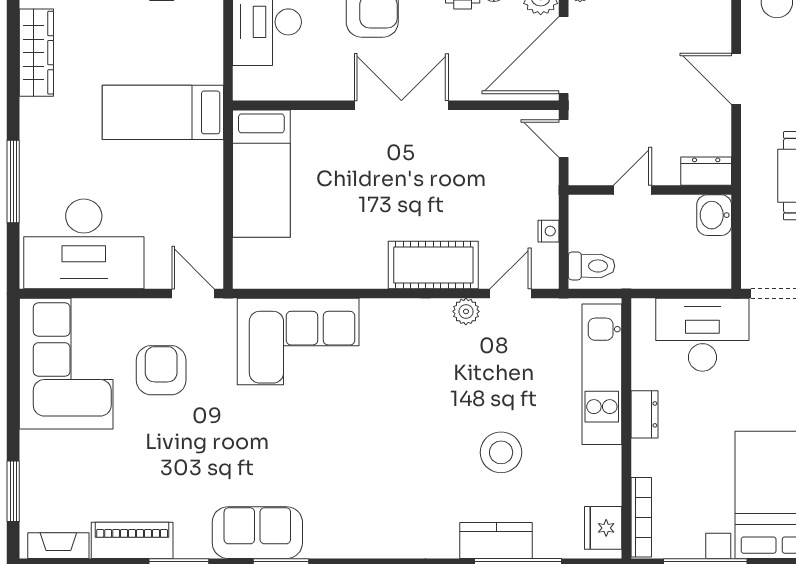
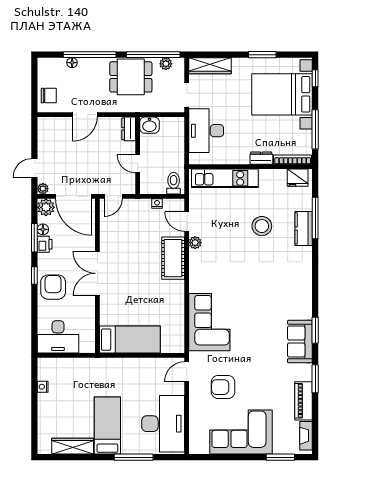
bed: (163, 112) -> (107, 426), moved, turned 180
corner sofa: (66, 364) -> (241, 432), moved
dresser: (644, 414) -> (261, 158), moved

